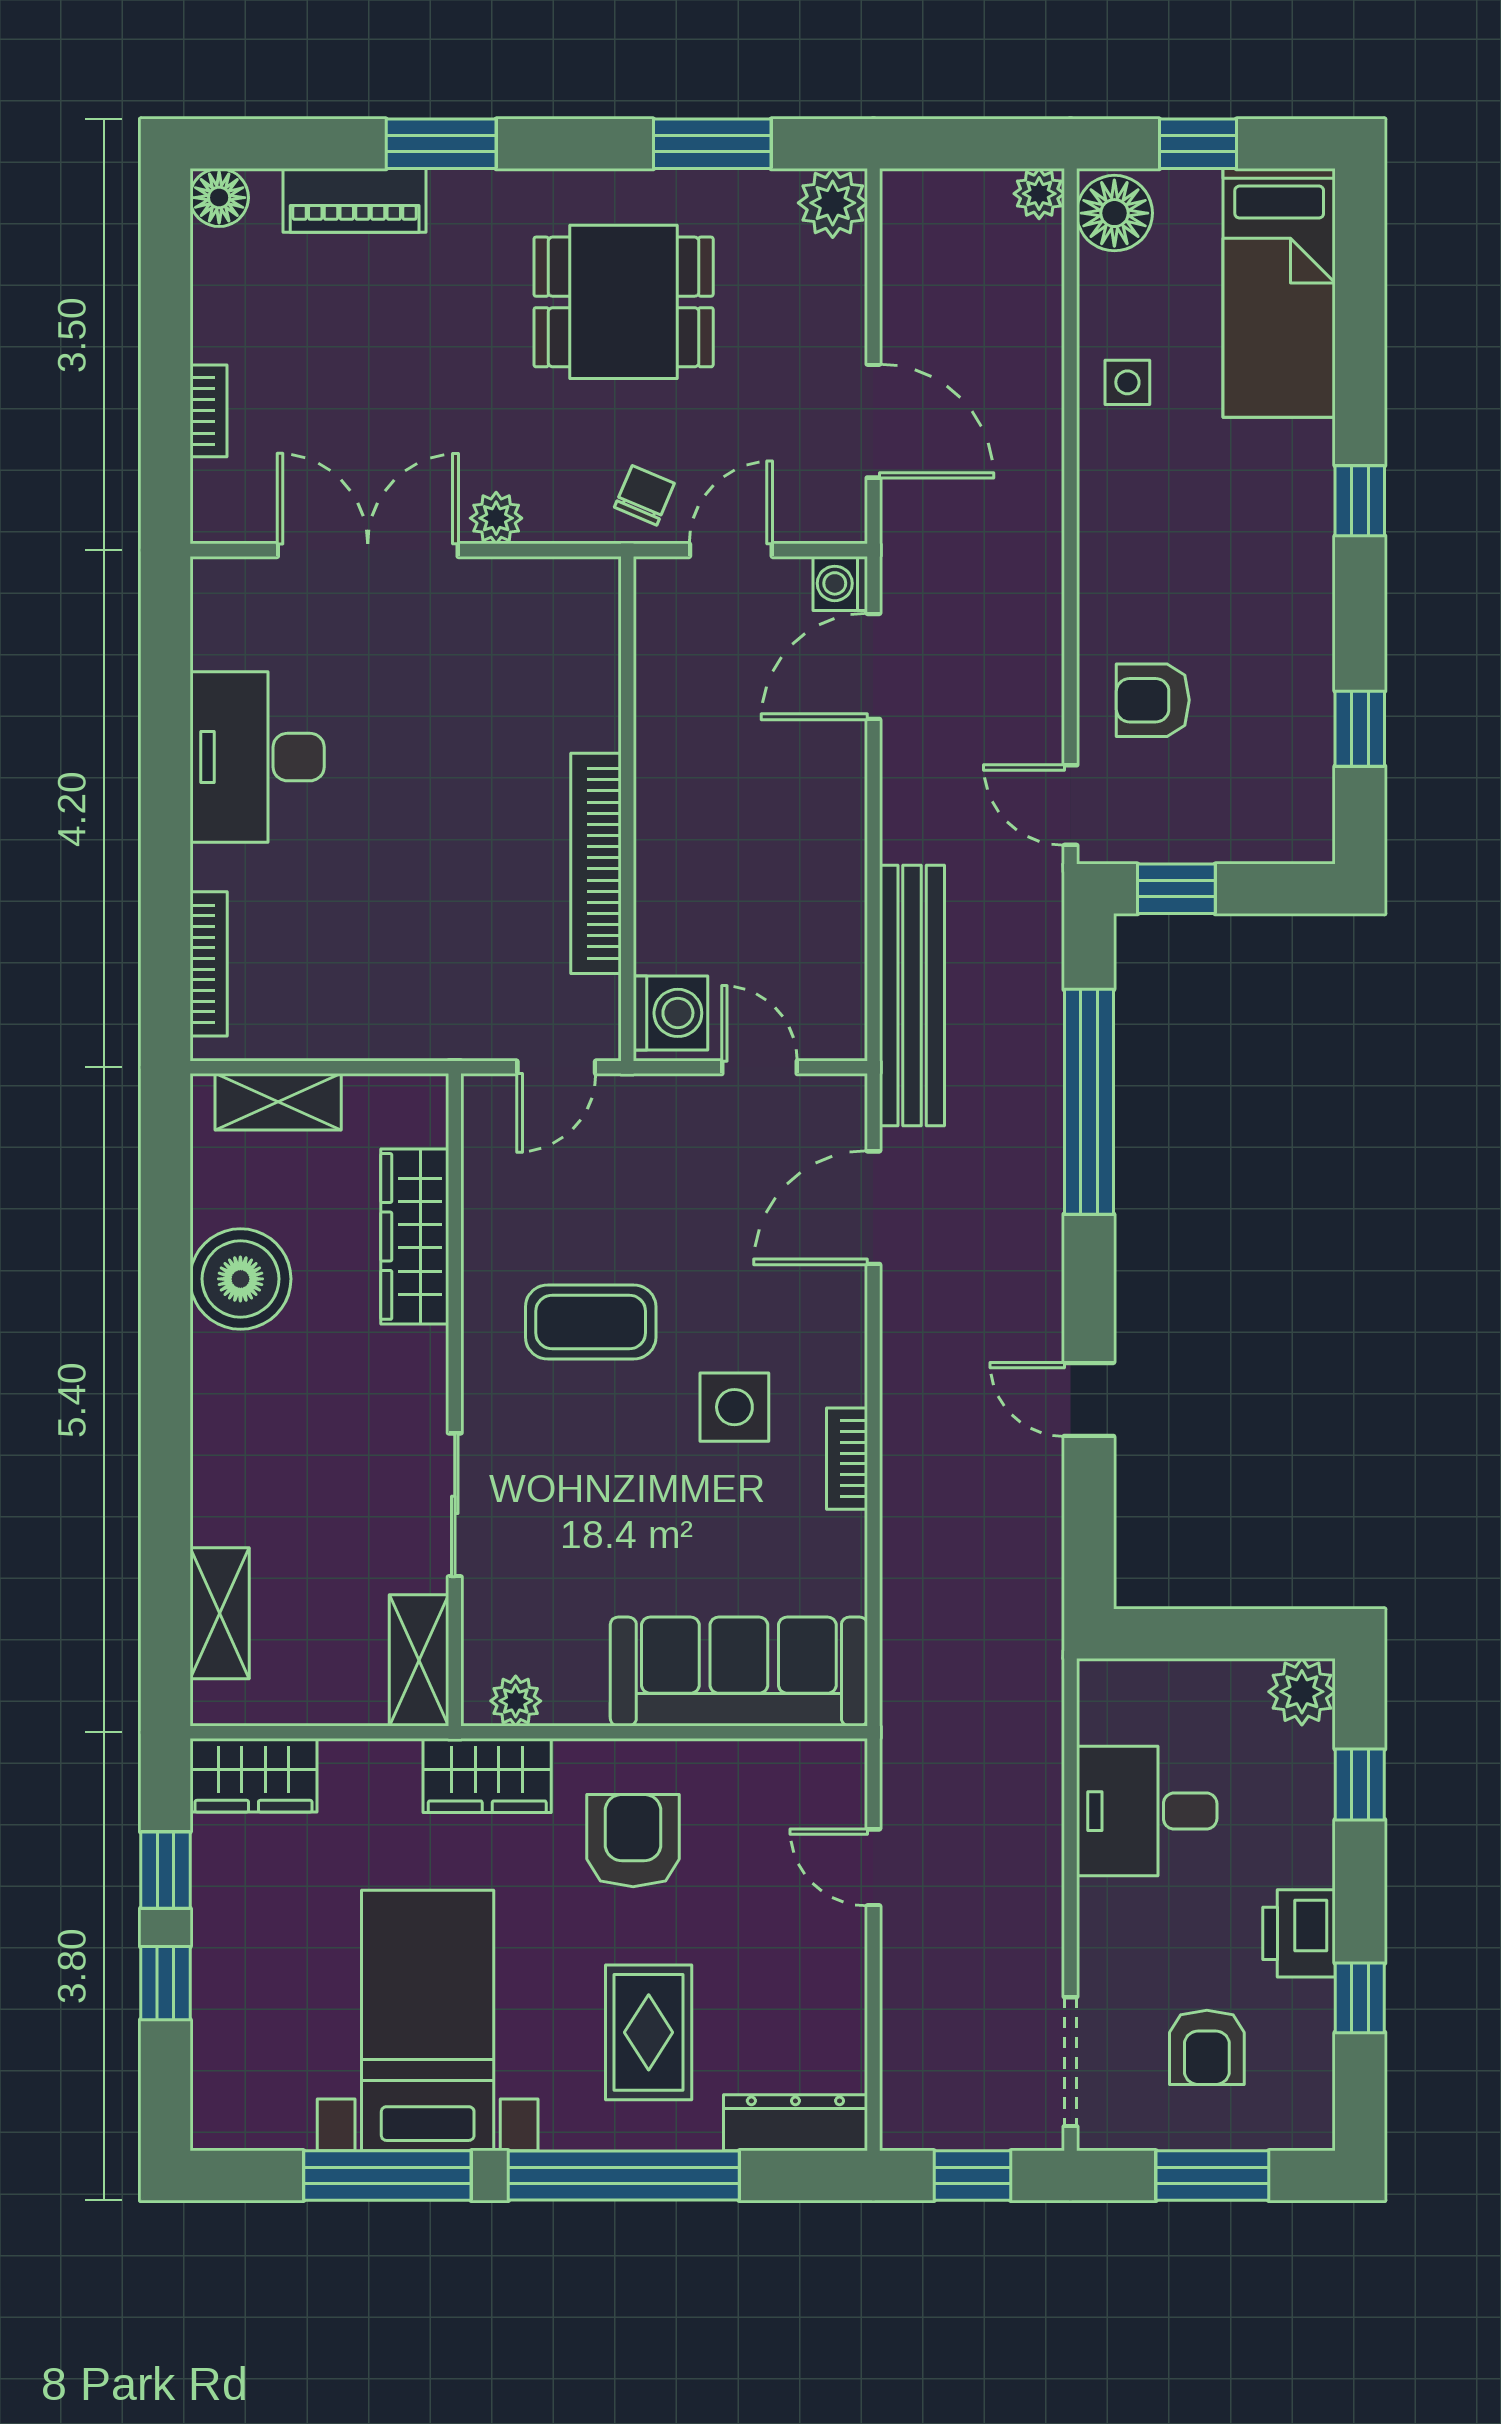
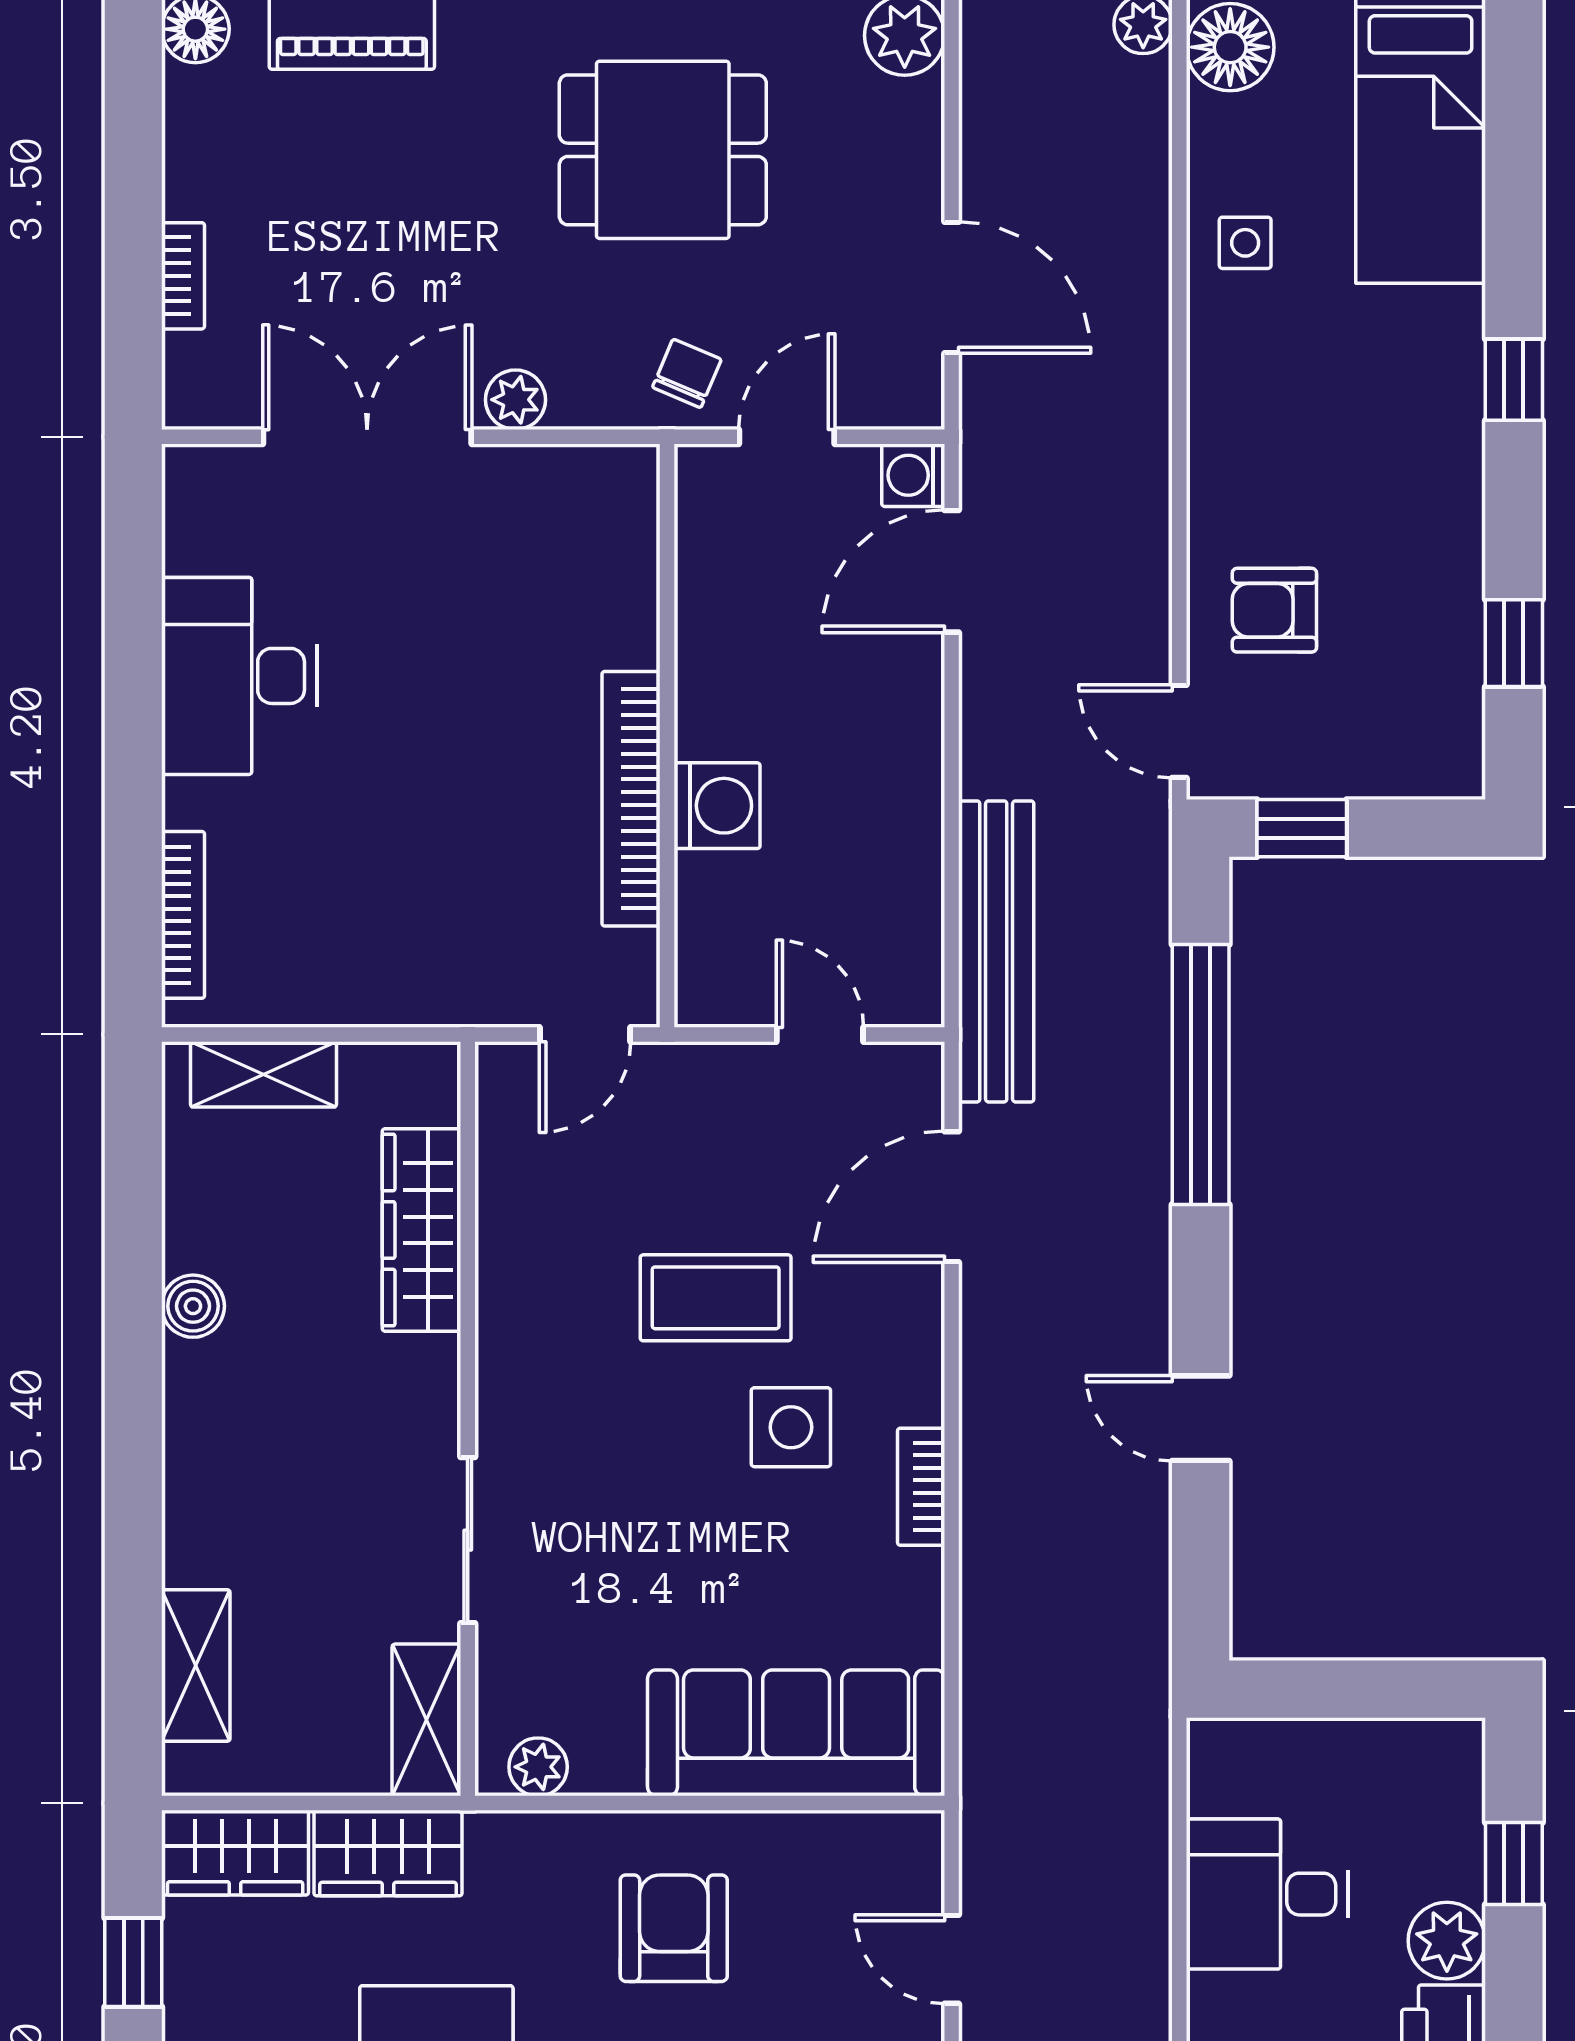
washing machine: (670, 1013) -> (717, 806), moved
boiler: (240, 1279) -> (193, 1306), width x0.54, depth x0.54
coffee table: (591, 1322) -> (716, 1298), moved
plant: (1302, 1692) -> (1447, 1941), moved
wardrobe: (487, 1776) -> (388, 1853), moved

